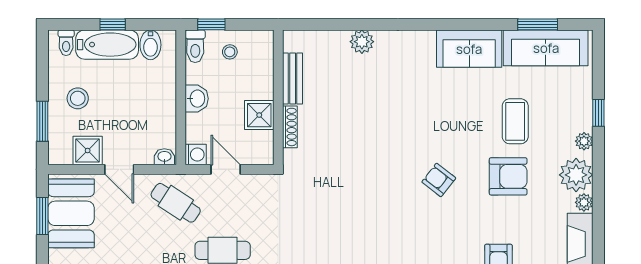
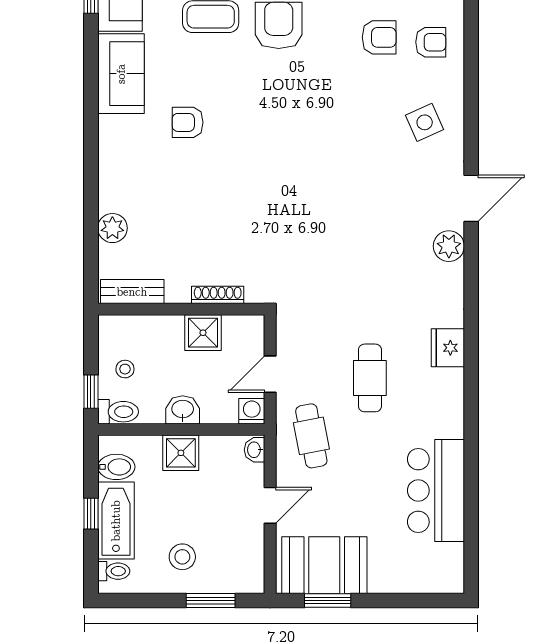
plant: (362, 42) -> (112, 228), moved
bench: (293, 78) -> (132, 292), moved
shower: (88, 150) -> (181, 453), moved
armchair: (439, 180) -> (188, 122), moved, turned 52
cafe table: (176, 203) -> (311, 436), turned -44

